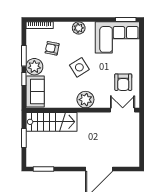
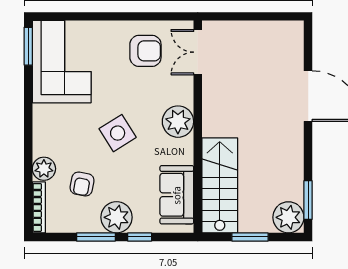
plant: (79, 28) -> (44, 169), moved
sofa: (35, 91) -> (177, 195), moved, turned -90
plant: (34, 159) -> (288, 217), added

